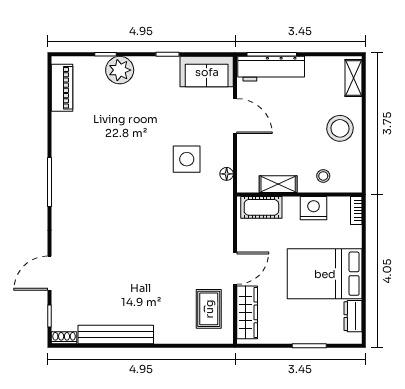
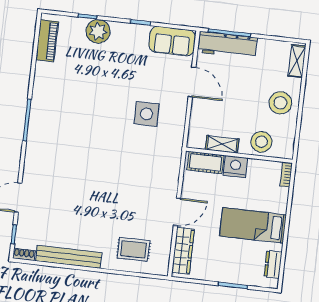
floor lamp: (227, 174) -> (179, 131), removed
stool: (323, 176) -> (261, 142), width x1.89, depth x1.89
nightstand: (314, 208) -> (235, 167), moved
bed: (325, 274) -> (253, 225), width x0.67
rug: (209, 309) -> (134, 249), moved, turned 90

